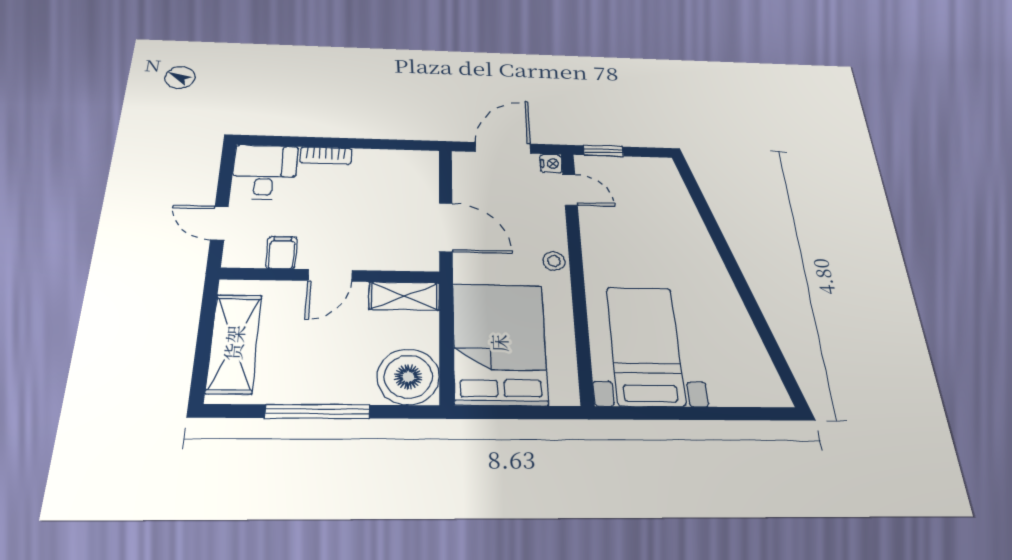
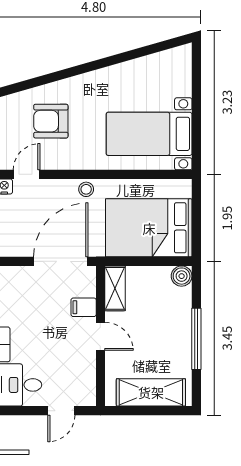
armchair: (649, 220) -> (51, 121), added
door: (446, 227) -> (61, 261), width x1.36
filing cabinet: (282, 253) -> (84, 307), moved
boiler: (408, 377) -> (182, 276), width x0.54, depth x0.54

